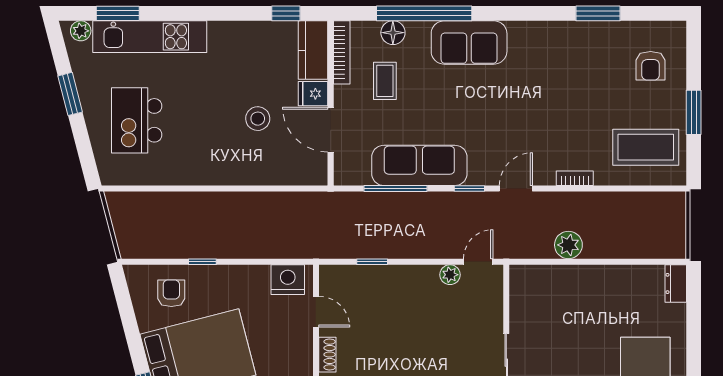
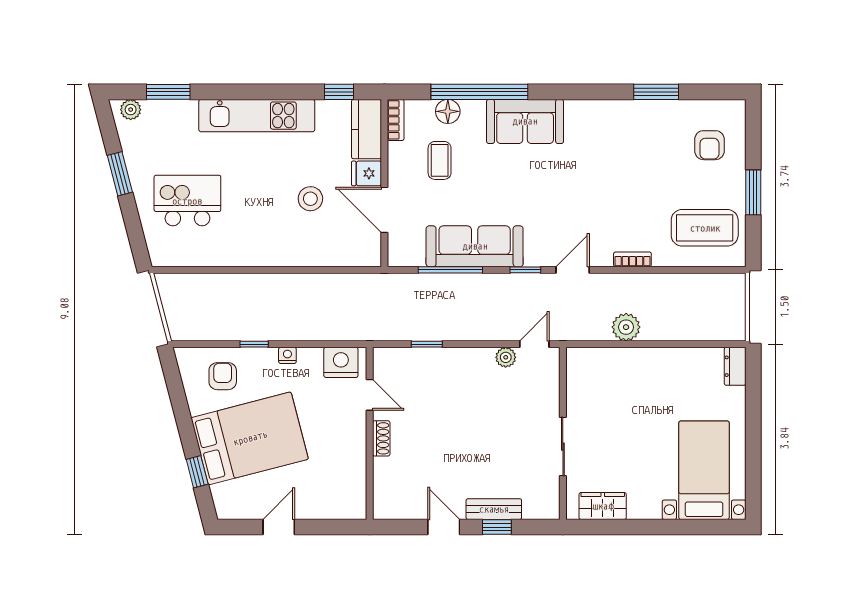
kitchen unit: (150, 37) -> (257, 116), moved
bookcase: (342, 52) -> (396, 120), width x0.64
kitchen island: (137, 120) -> (187, 201), turned 90
nightstand: (235, 273) -> (287, 355), added

